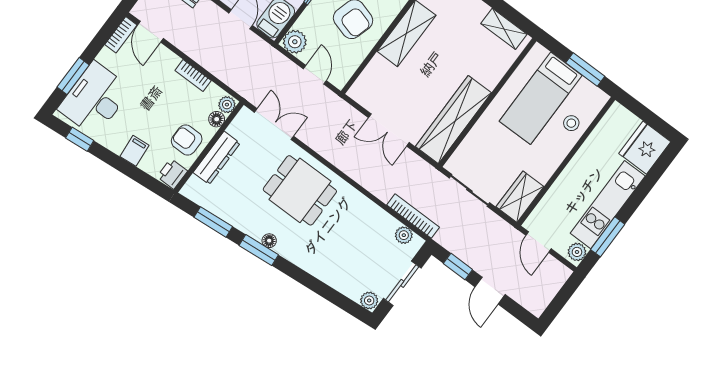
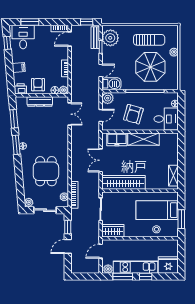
freezer: (374, 77) -> (117, 139), added
desk: (95, 99) -> (23, 37), width x0.73
dining table: (300, 190) -> (46, 171), moved
window: (636, 199) -> (146, 277), added

